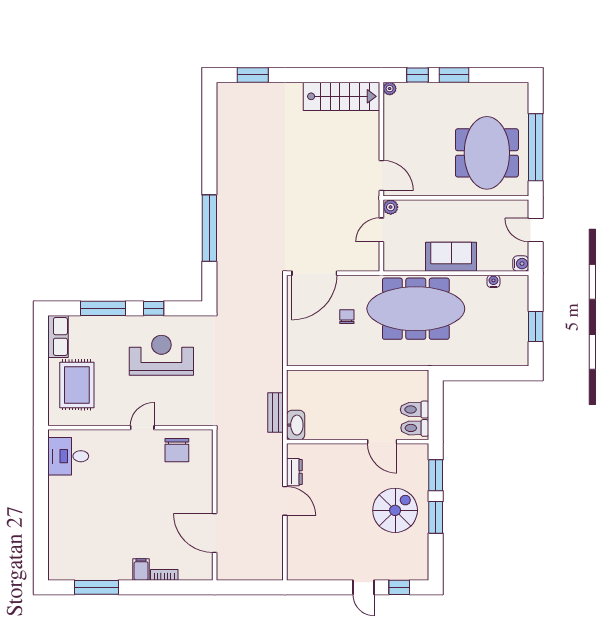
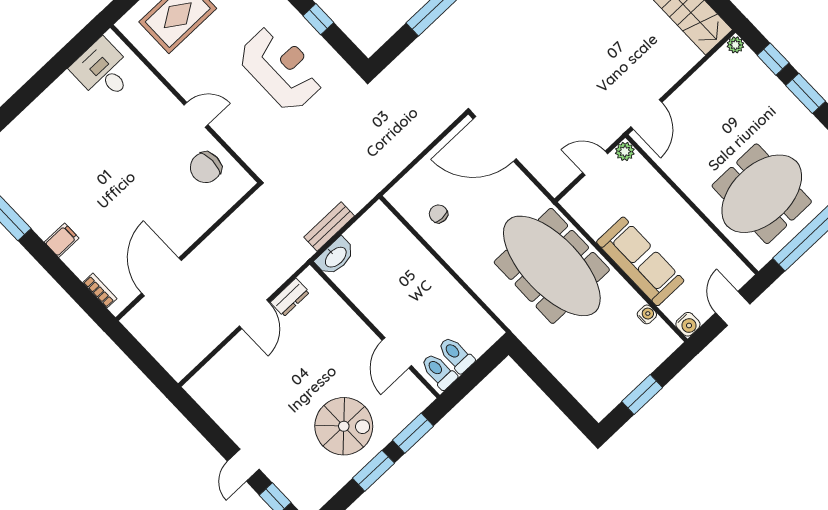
sofa: (451, 257) -> (640, 261), width x1.36
chair: (347, 317) -> (438, 214), moved, turned -90
bookcase: (164, 575) -> (100, 291), moved

